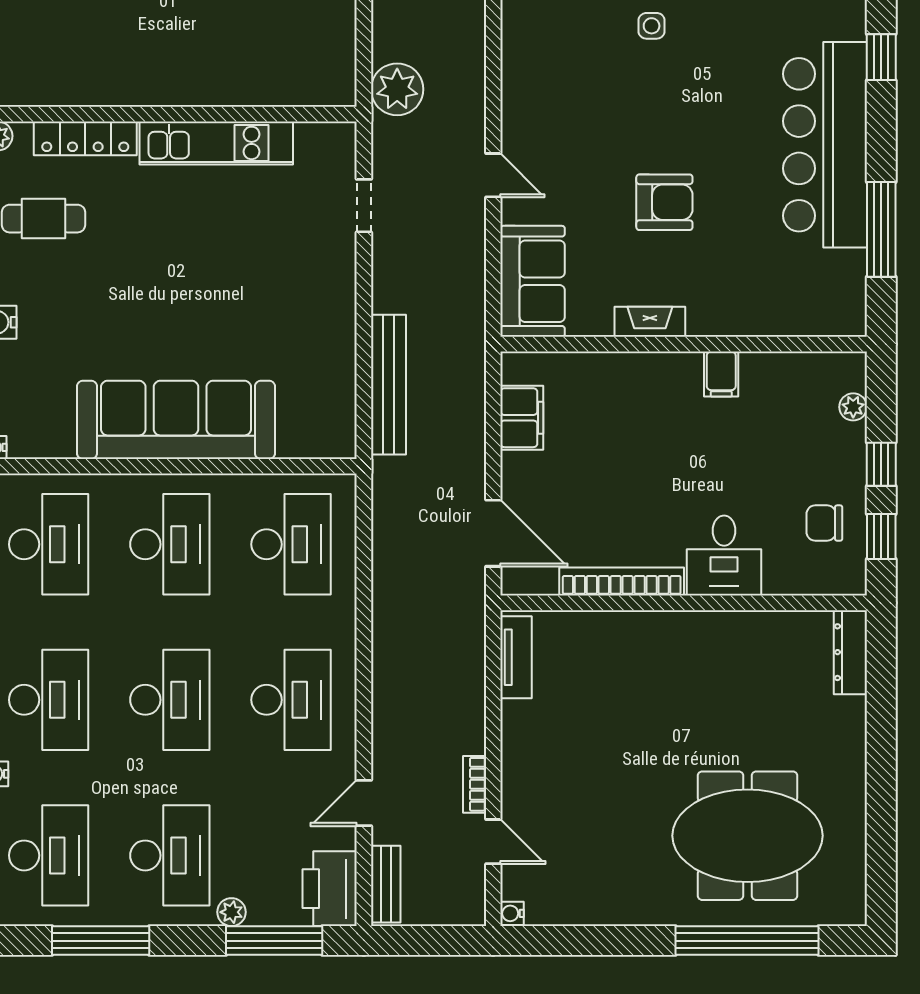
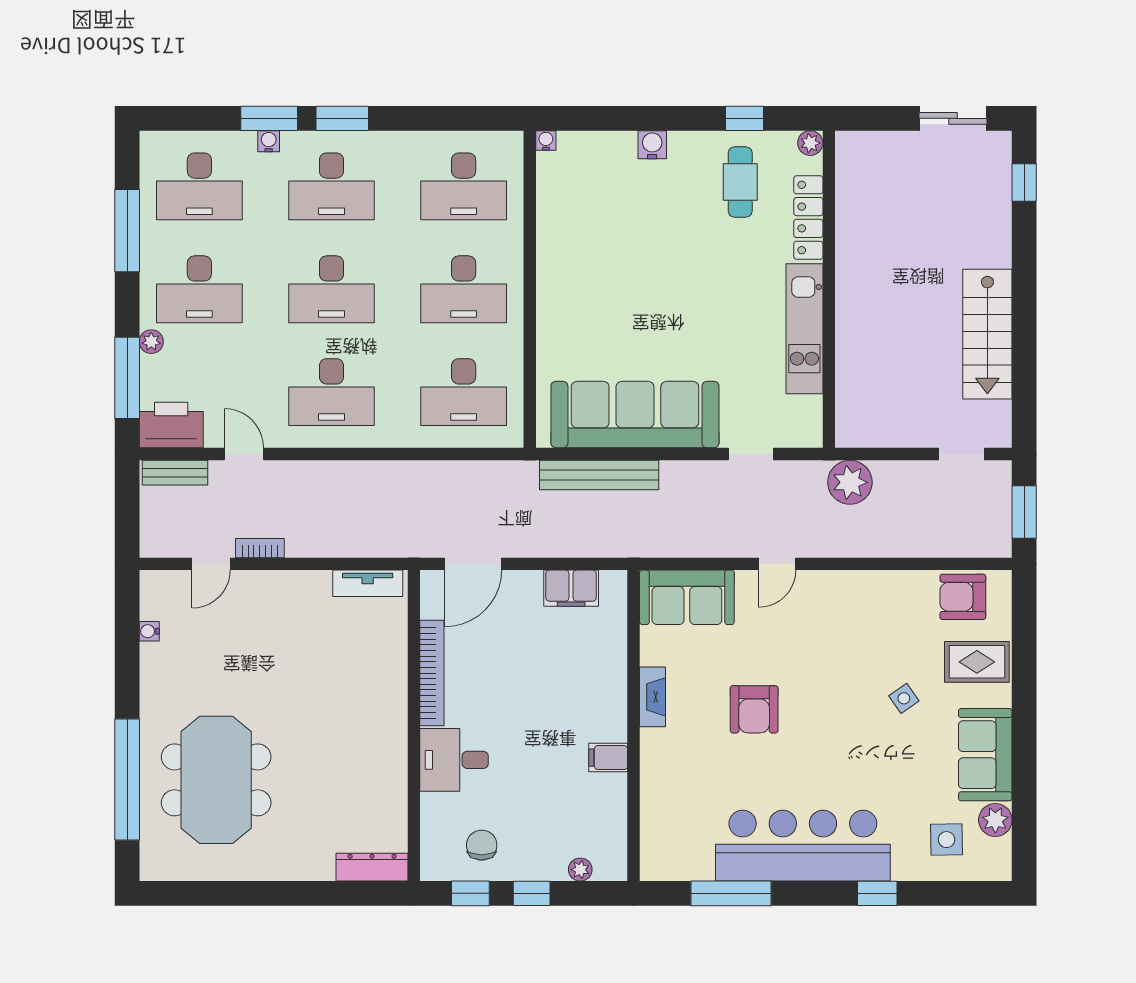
side table: (652, 26) -> (904, 698), turned -35
sofa: (176, 420) -> (635, 415), moved, turned -90
water cooler: (512, 913) -> (149, 631), moved, turned -90

